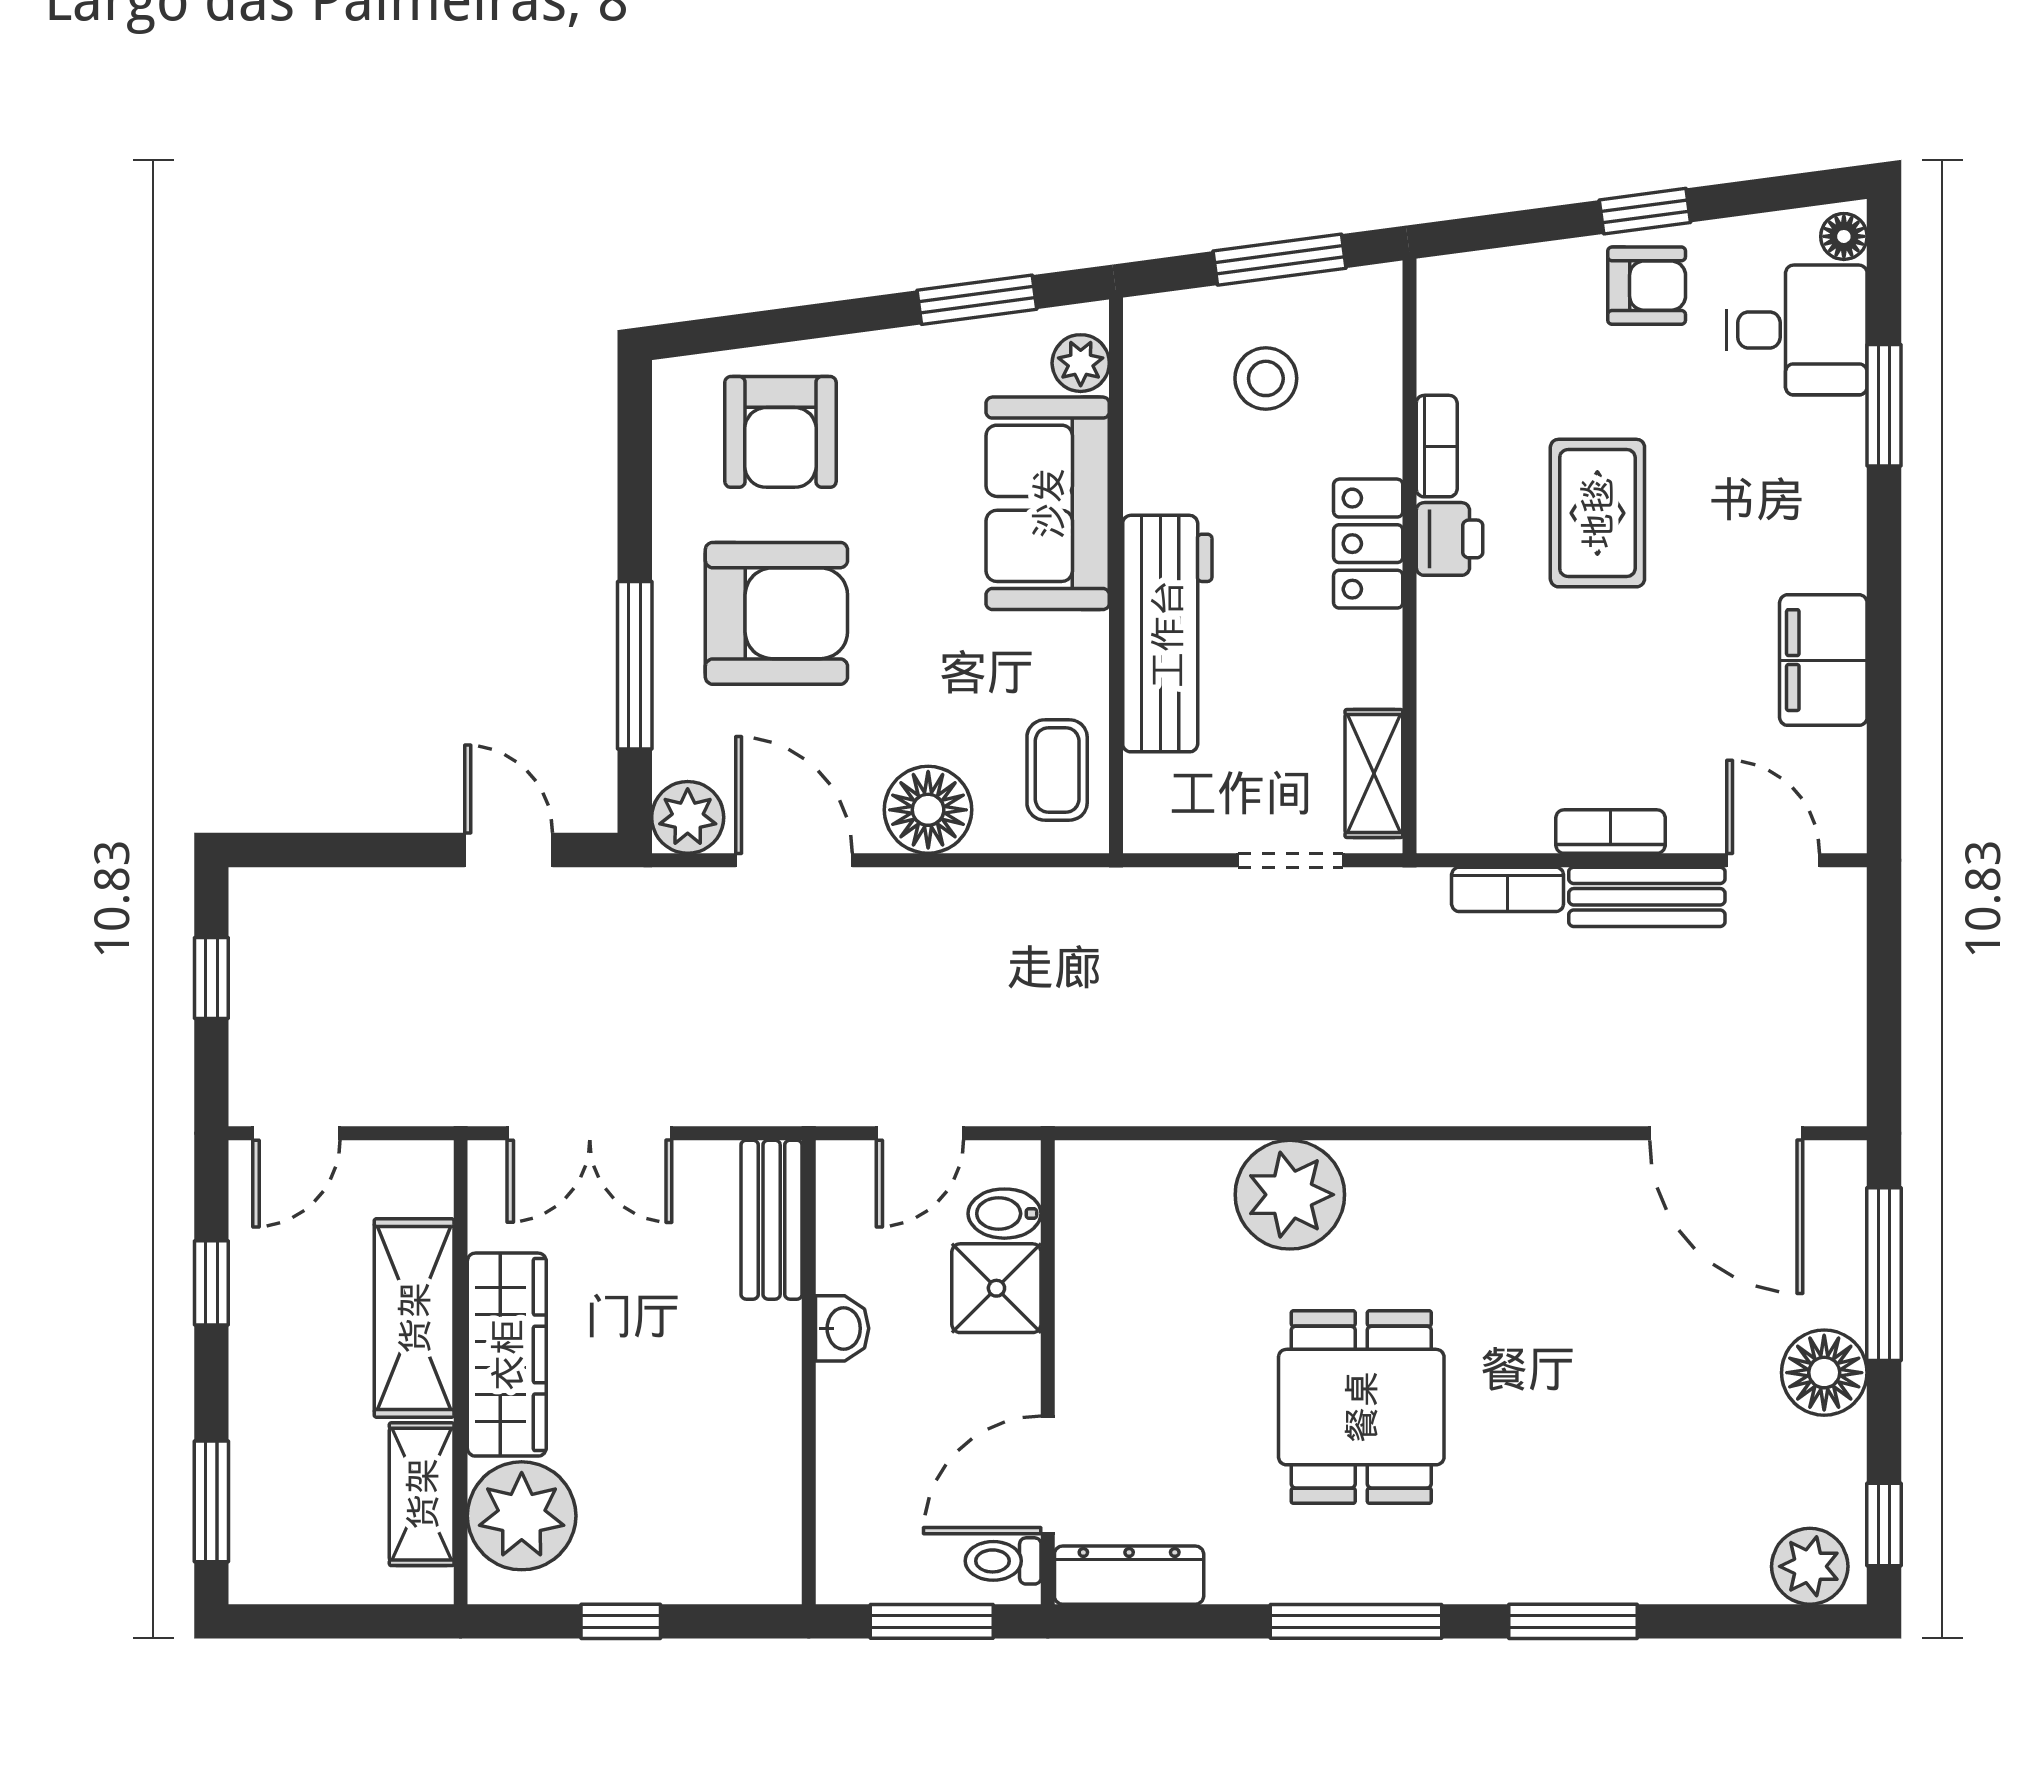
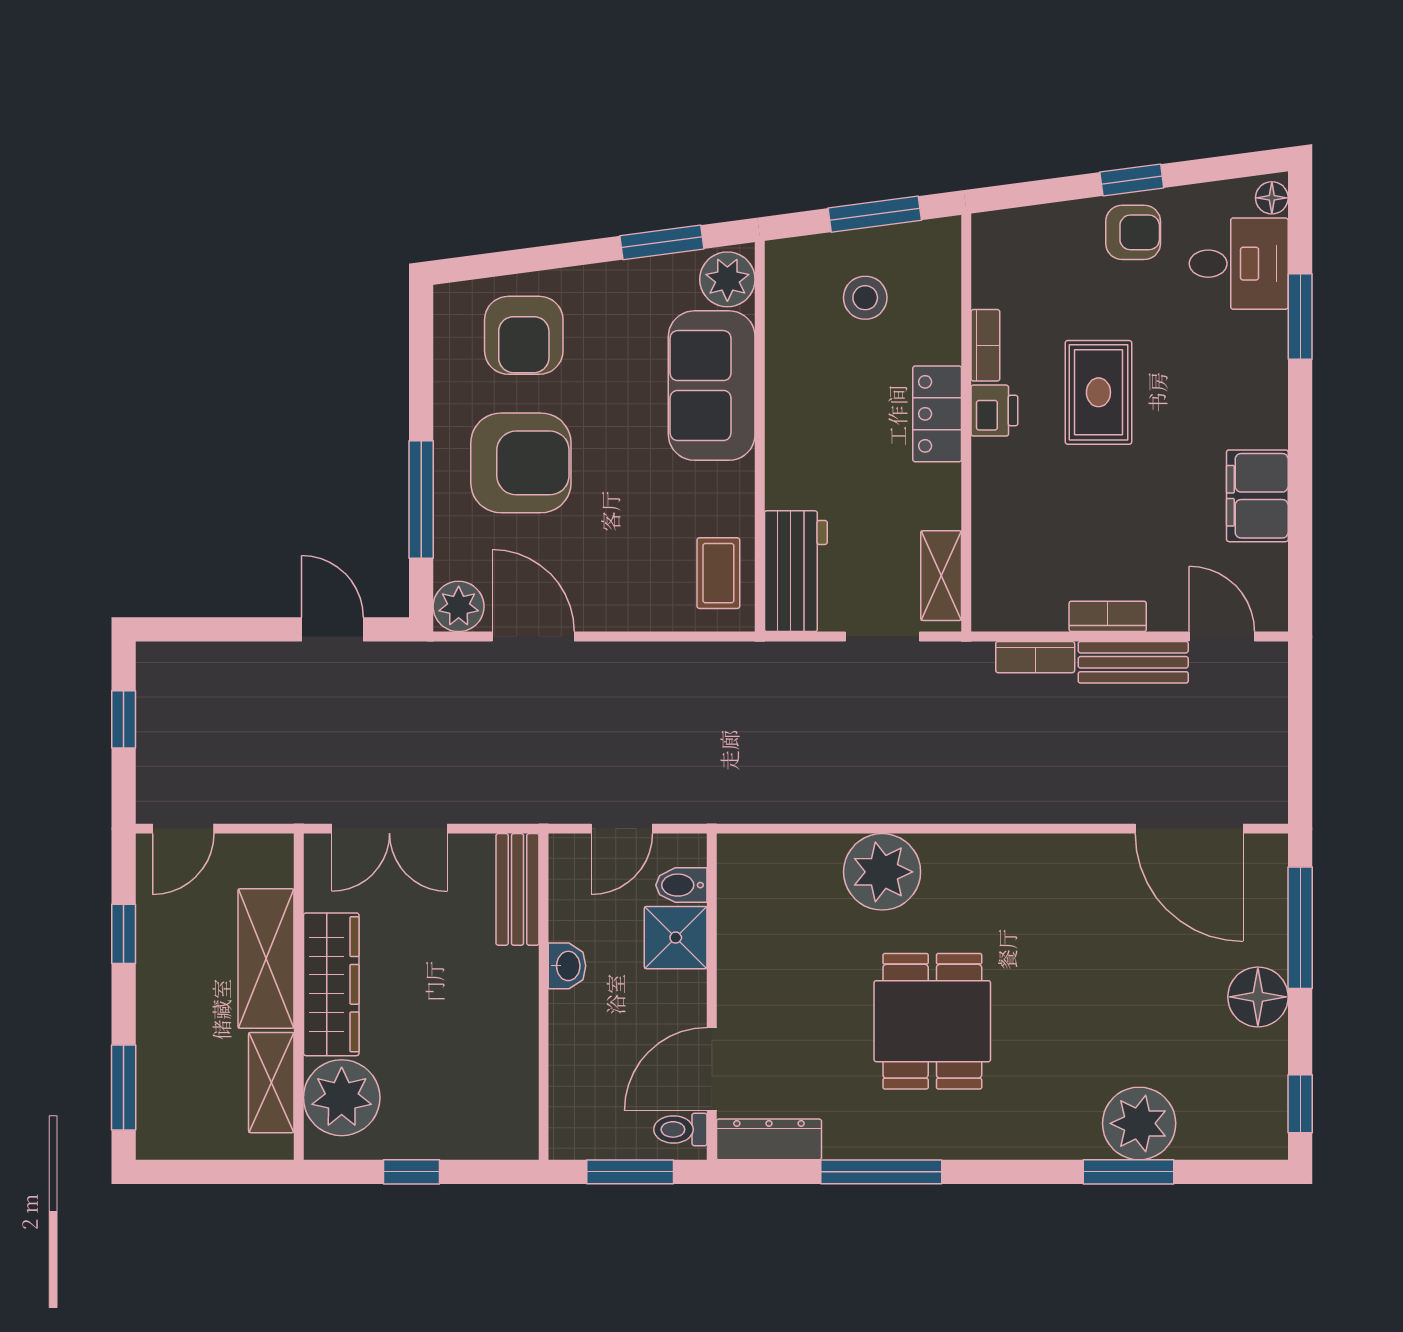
plant: (1081, 363) -> (727, 279), width x1.38, depth x1.38
workbench: (1167, 634) -> (796, 571), moved, width x0.73
floor lamp: (928, 810) -> (628, 601), removed
plant: (1810, 1566) -> (1139, 1123), moved, width x1.36, depth x1.36
window: (1356, 1621) -> (881, 1172), moved
window: (1573, 1621) -> (1128, 1172), moved

